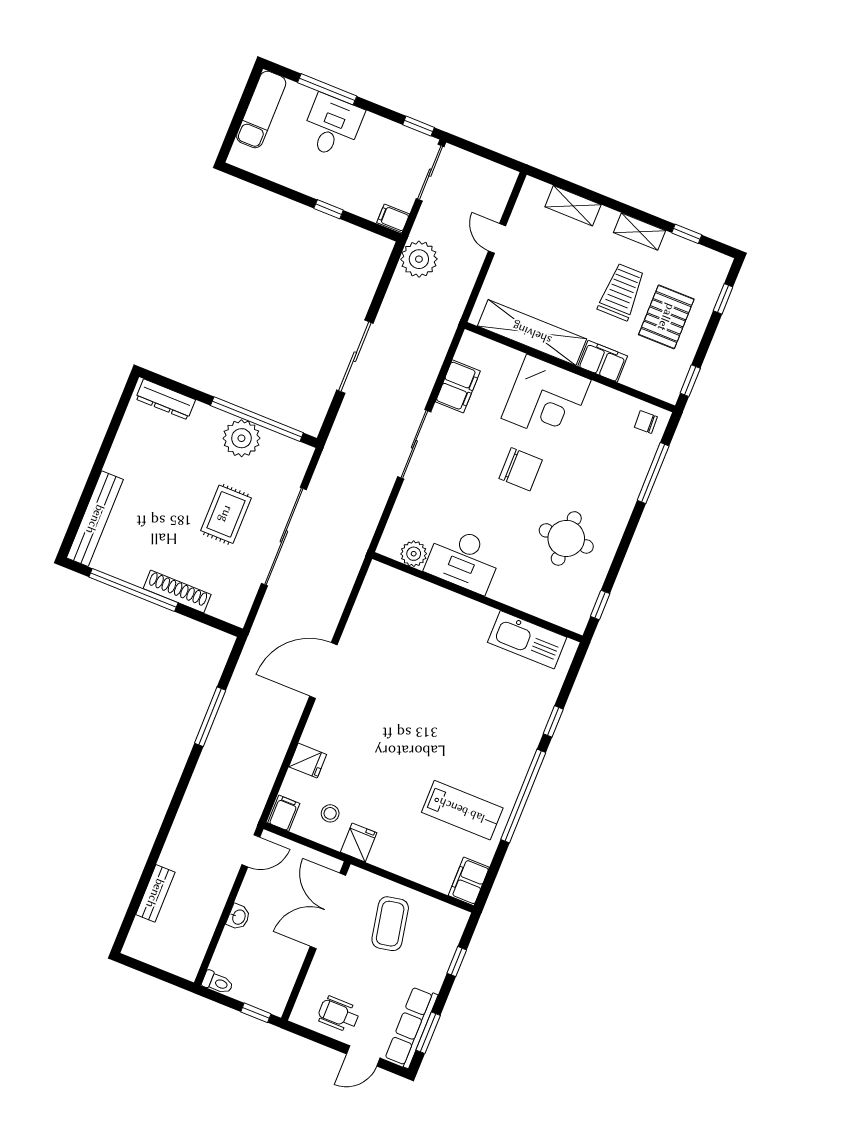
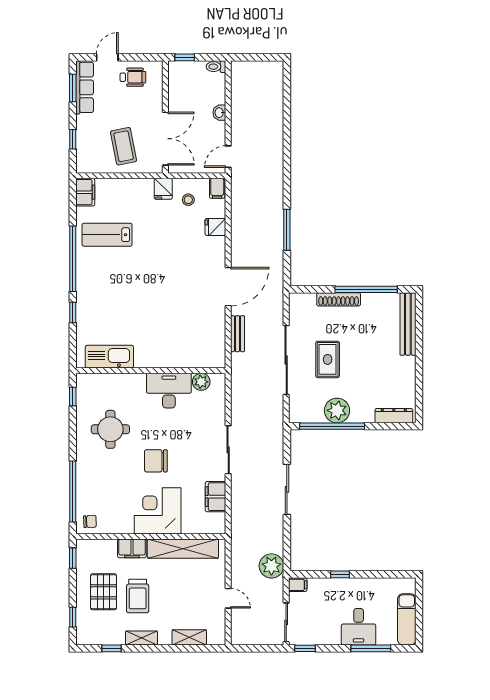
window: (653, 473) -> (73, 492), width x1.46
bench: (155, 893) -> (237, 334), moved

